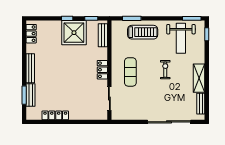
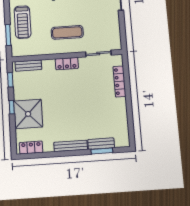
treadmill: (143, 32) -> (23, 22), turned 180
shower: (74, 33) -> (28, 114), moved
locker: (55, 115) -> (119, 81), moved

